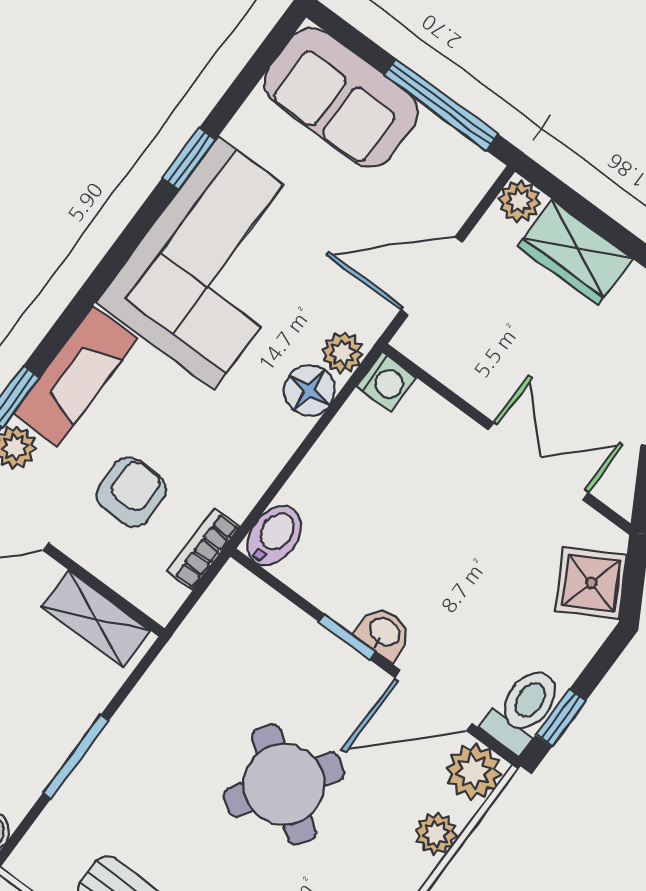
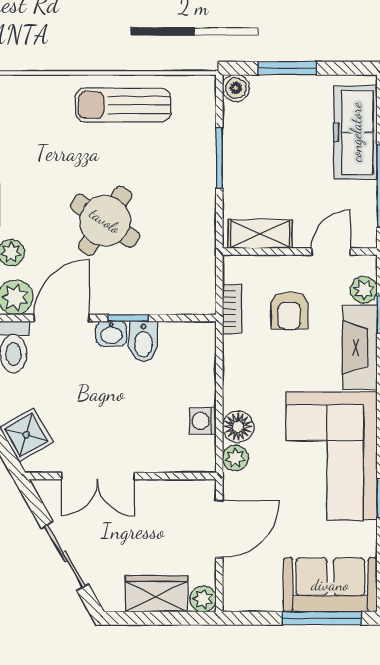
window: (441, 104) -> (322, 618), moved
washing machine: (386, 382) -> (203, 421), moved
bidet: (274, 536) -> (143, 341), moved

